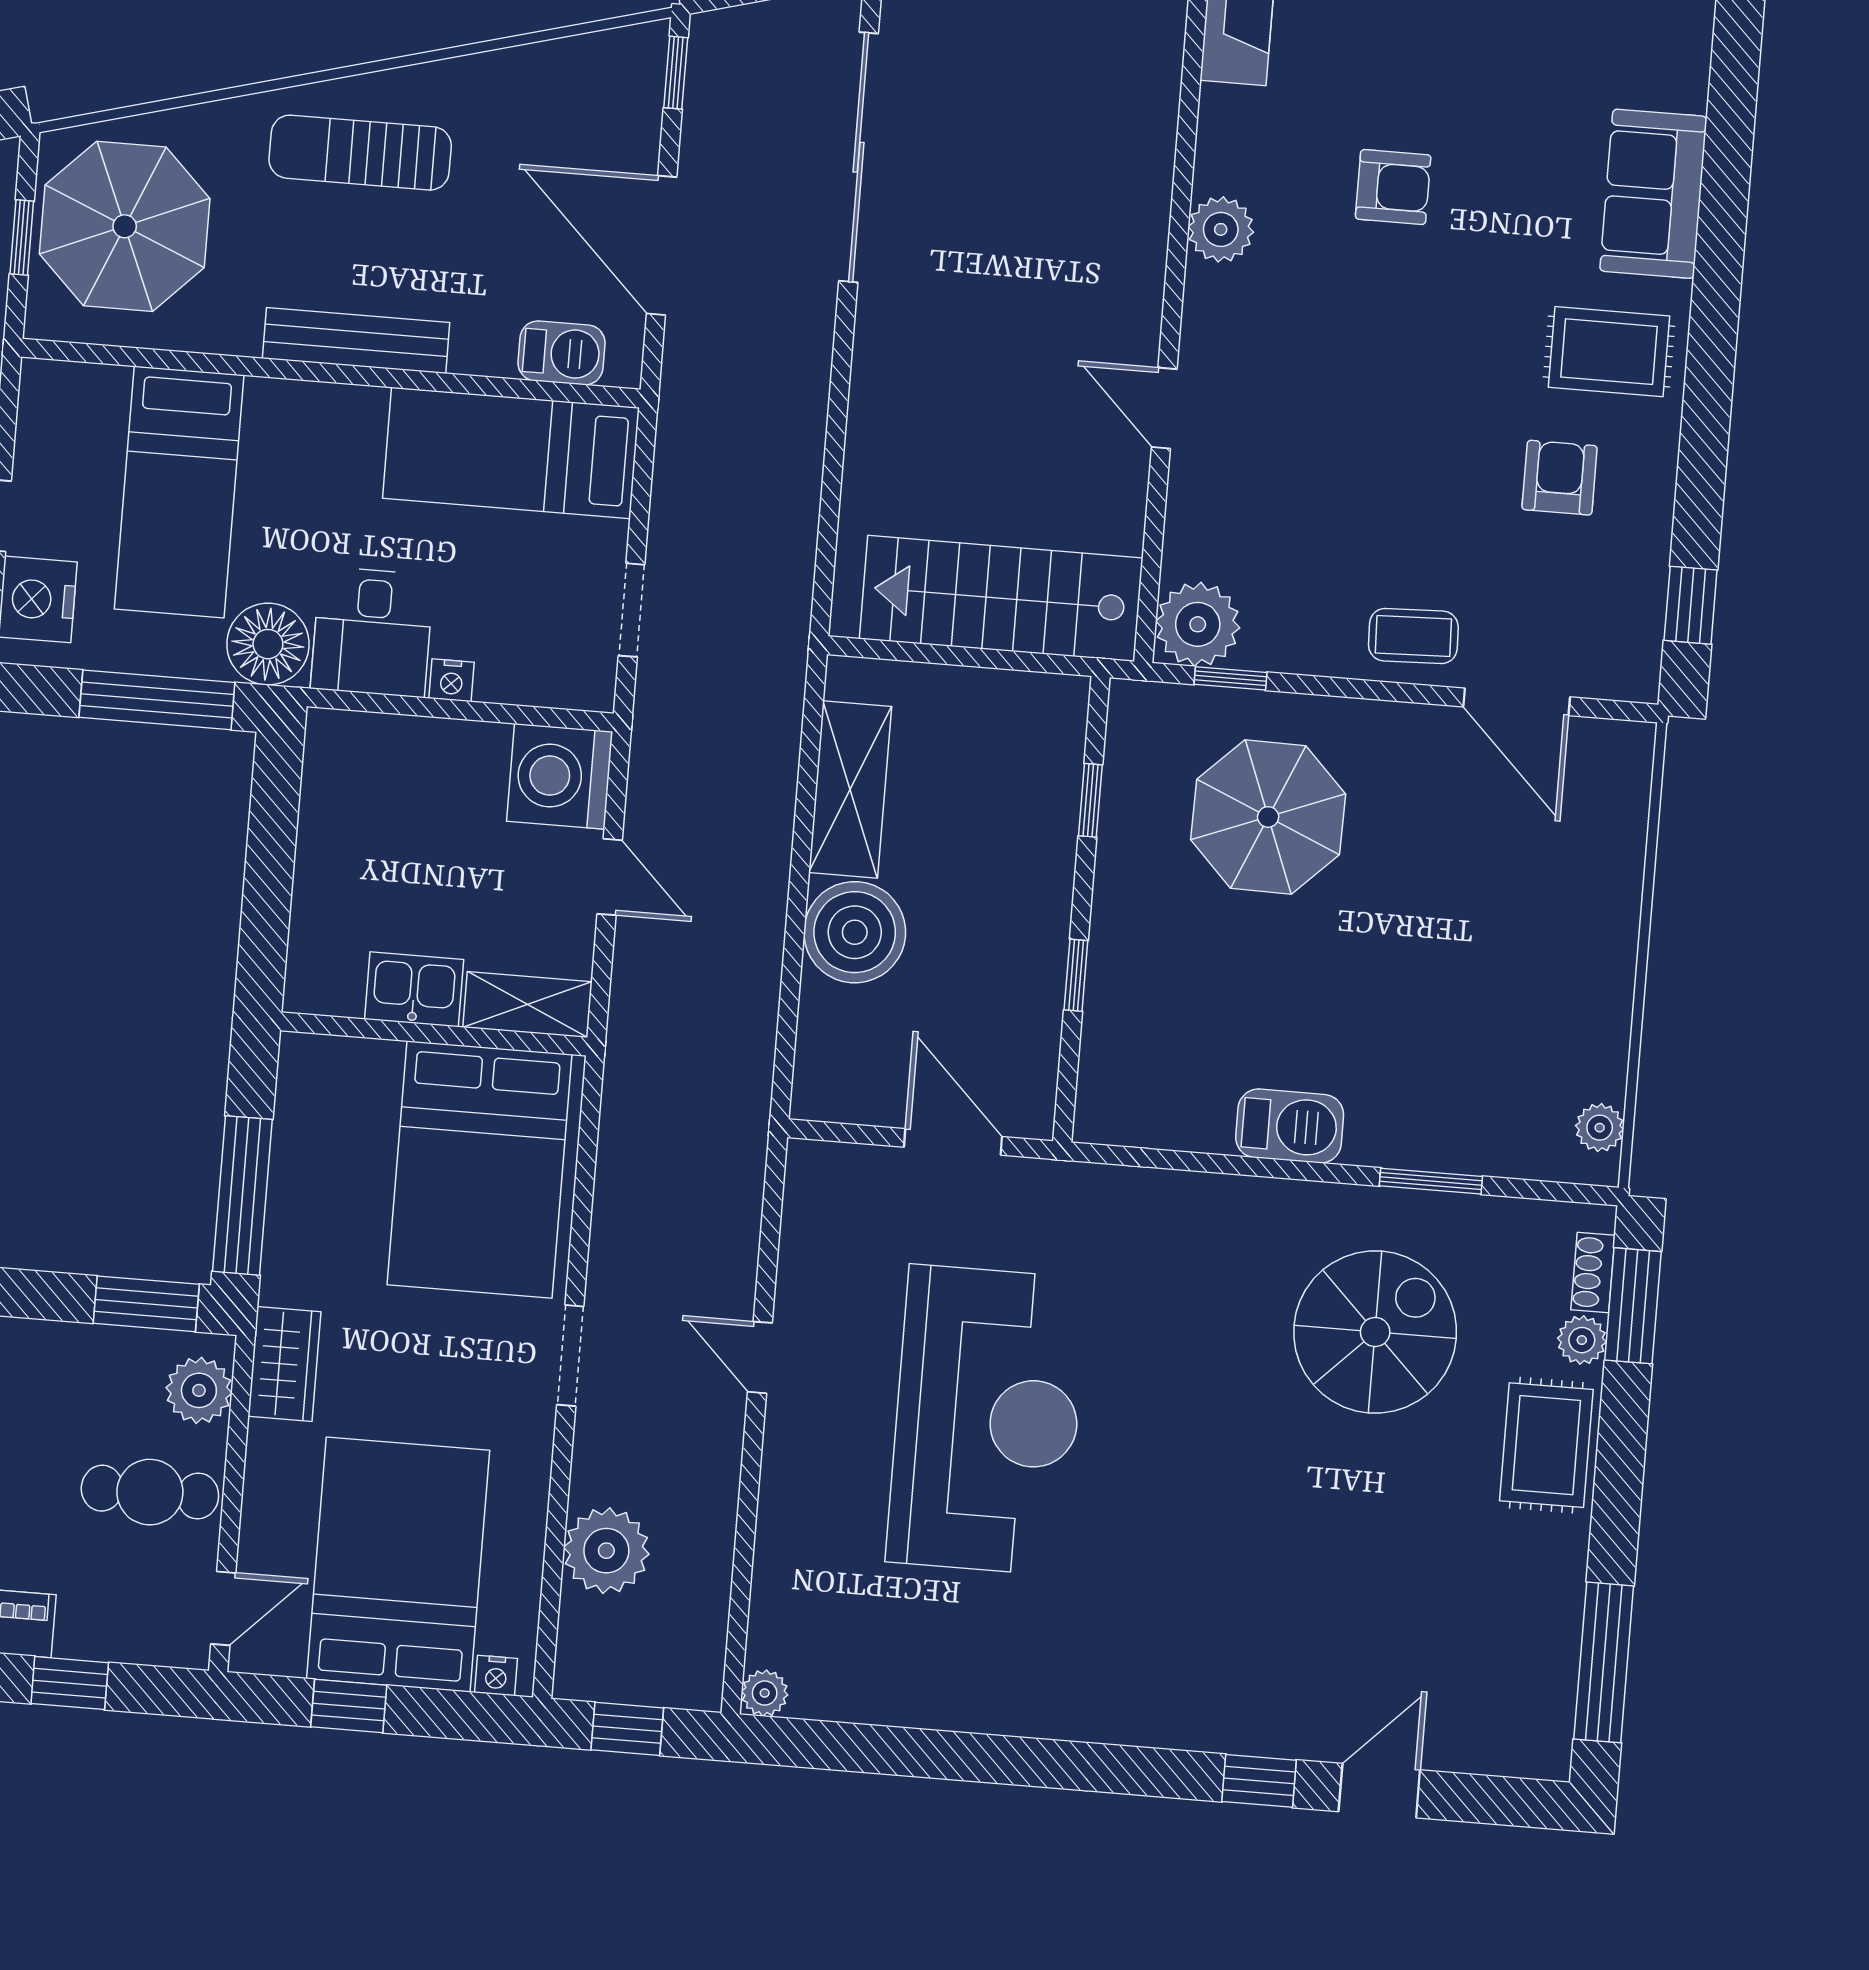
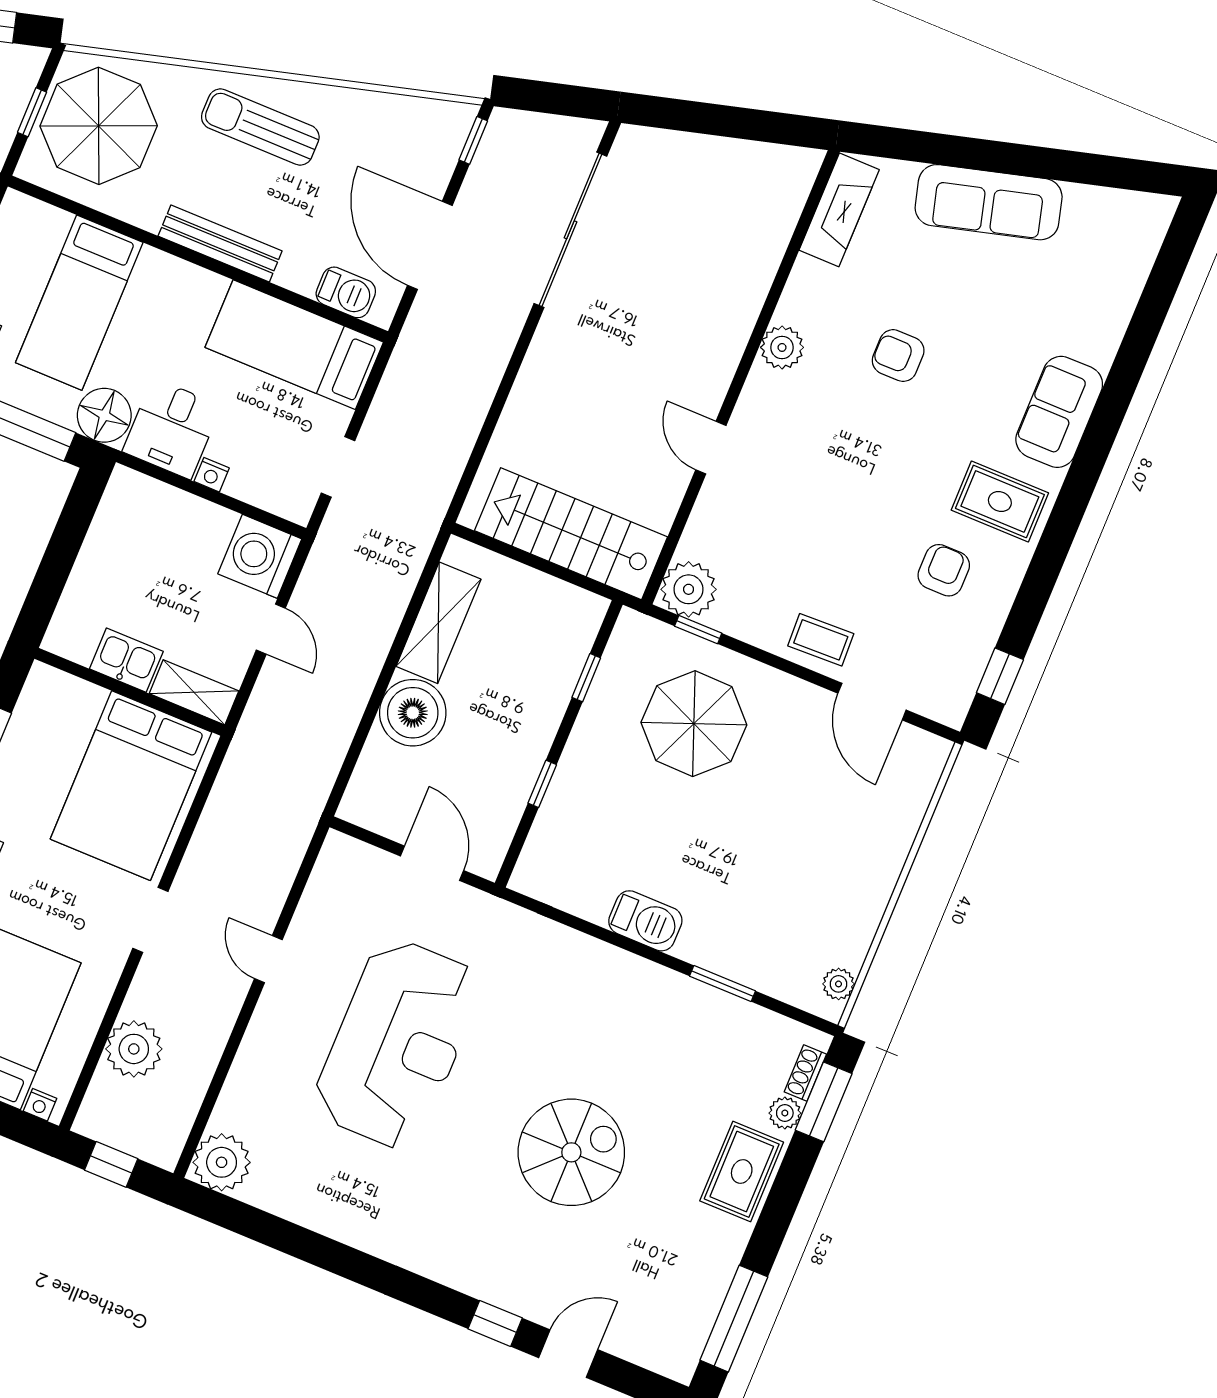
armchair: (1393, 187) -> (898, 356), turned 180
spiral stairs: (1375, 1332) -> (571, 1152), moved
plant: (765, 1693) -> (222, 1162), width x1.88, depth x1.88

